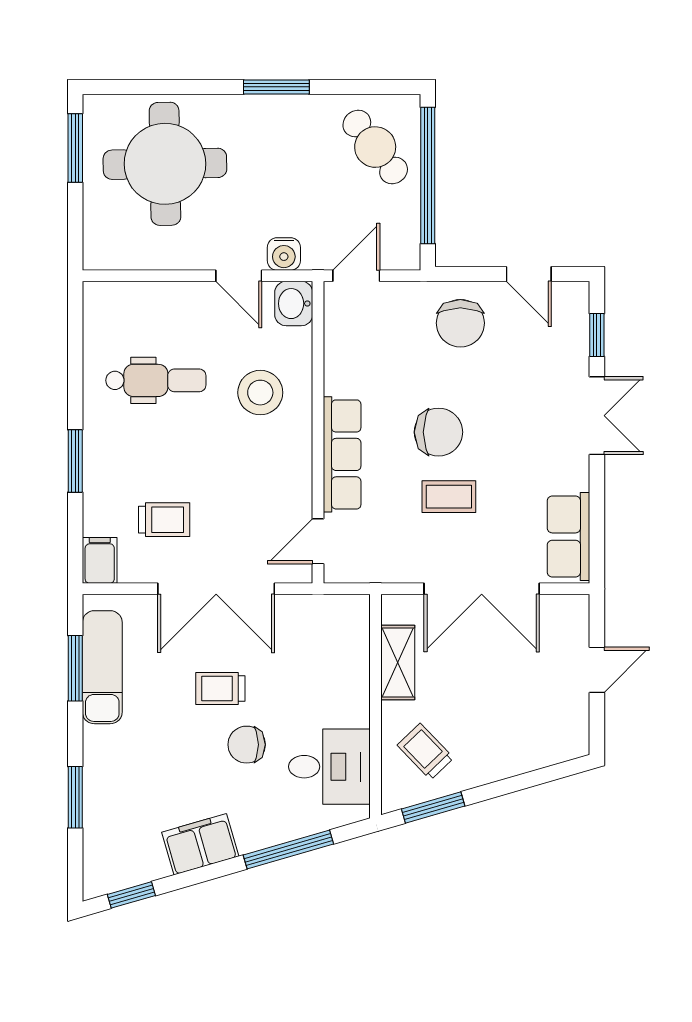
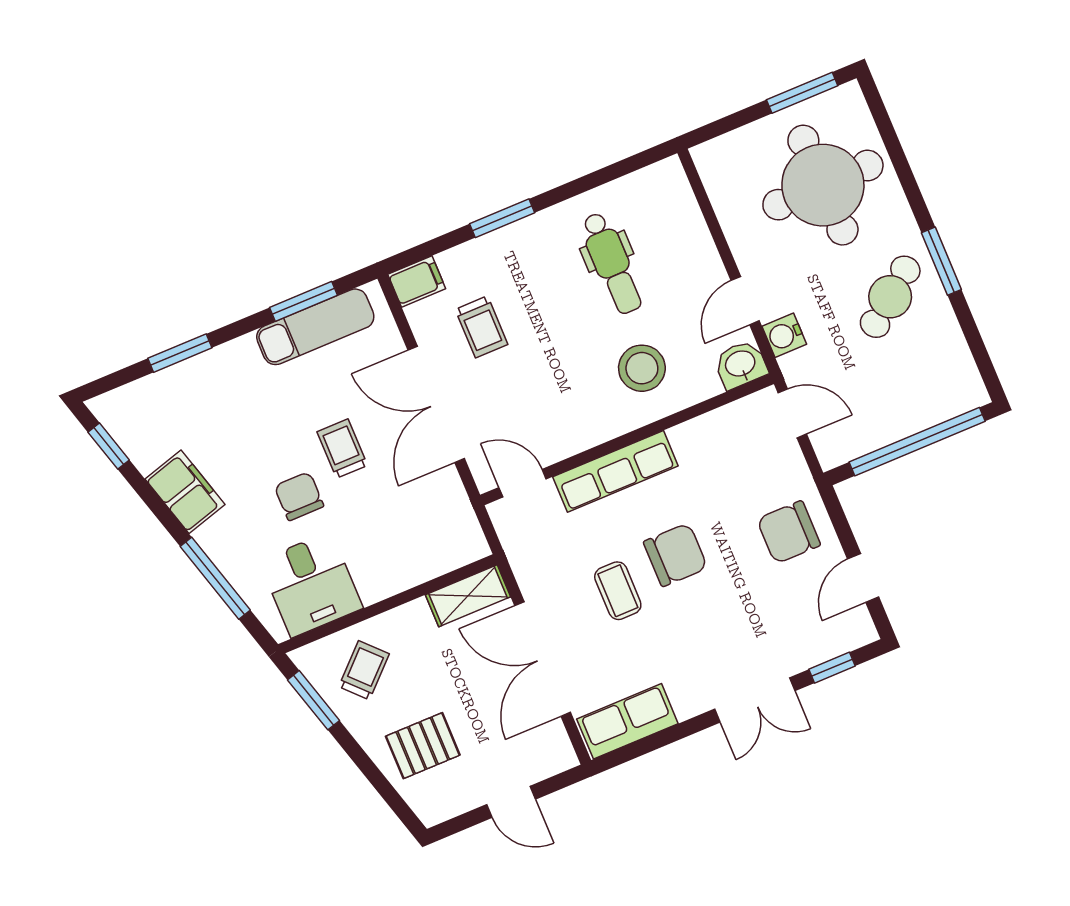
cafe table: (375, 147) -> (890, 297), moved
chair: (438, 432) -> (675, 555), turned -90
shelving: (398, 663) -> (468, 596), moved
pallet: (514, 727) -> (423, 746), added

